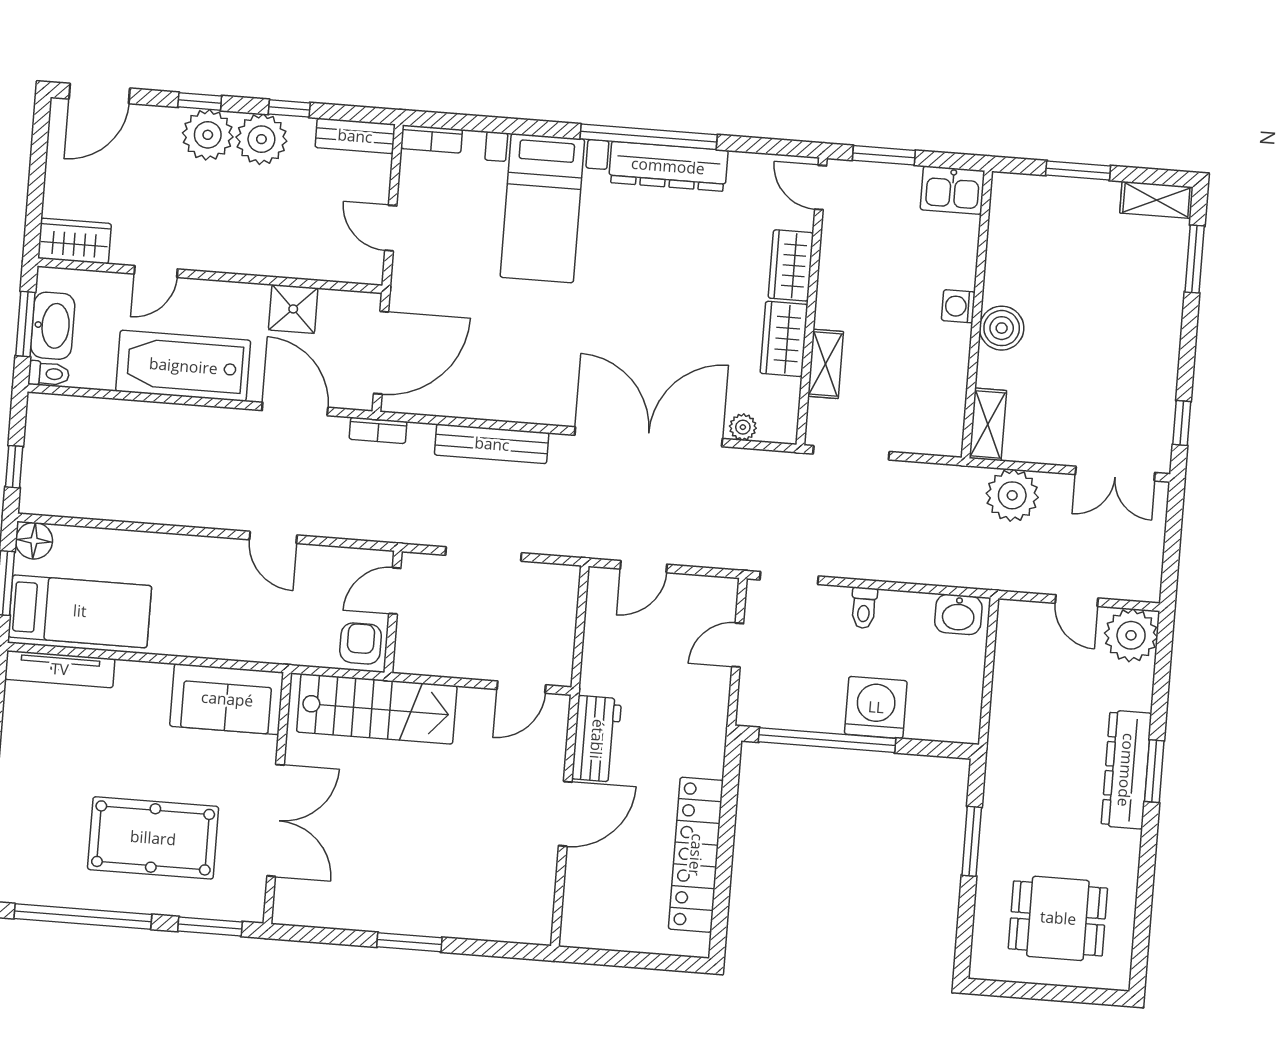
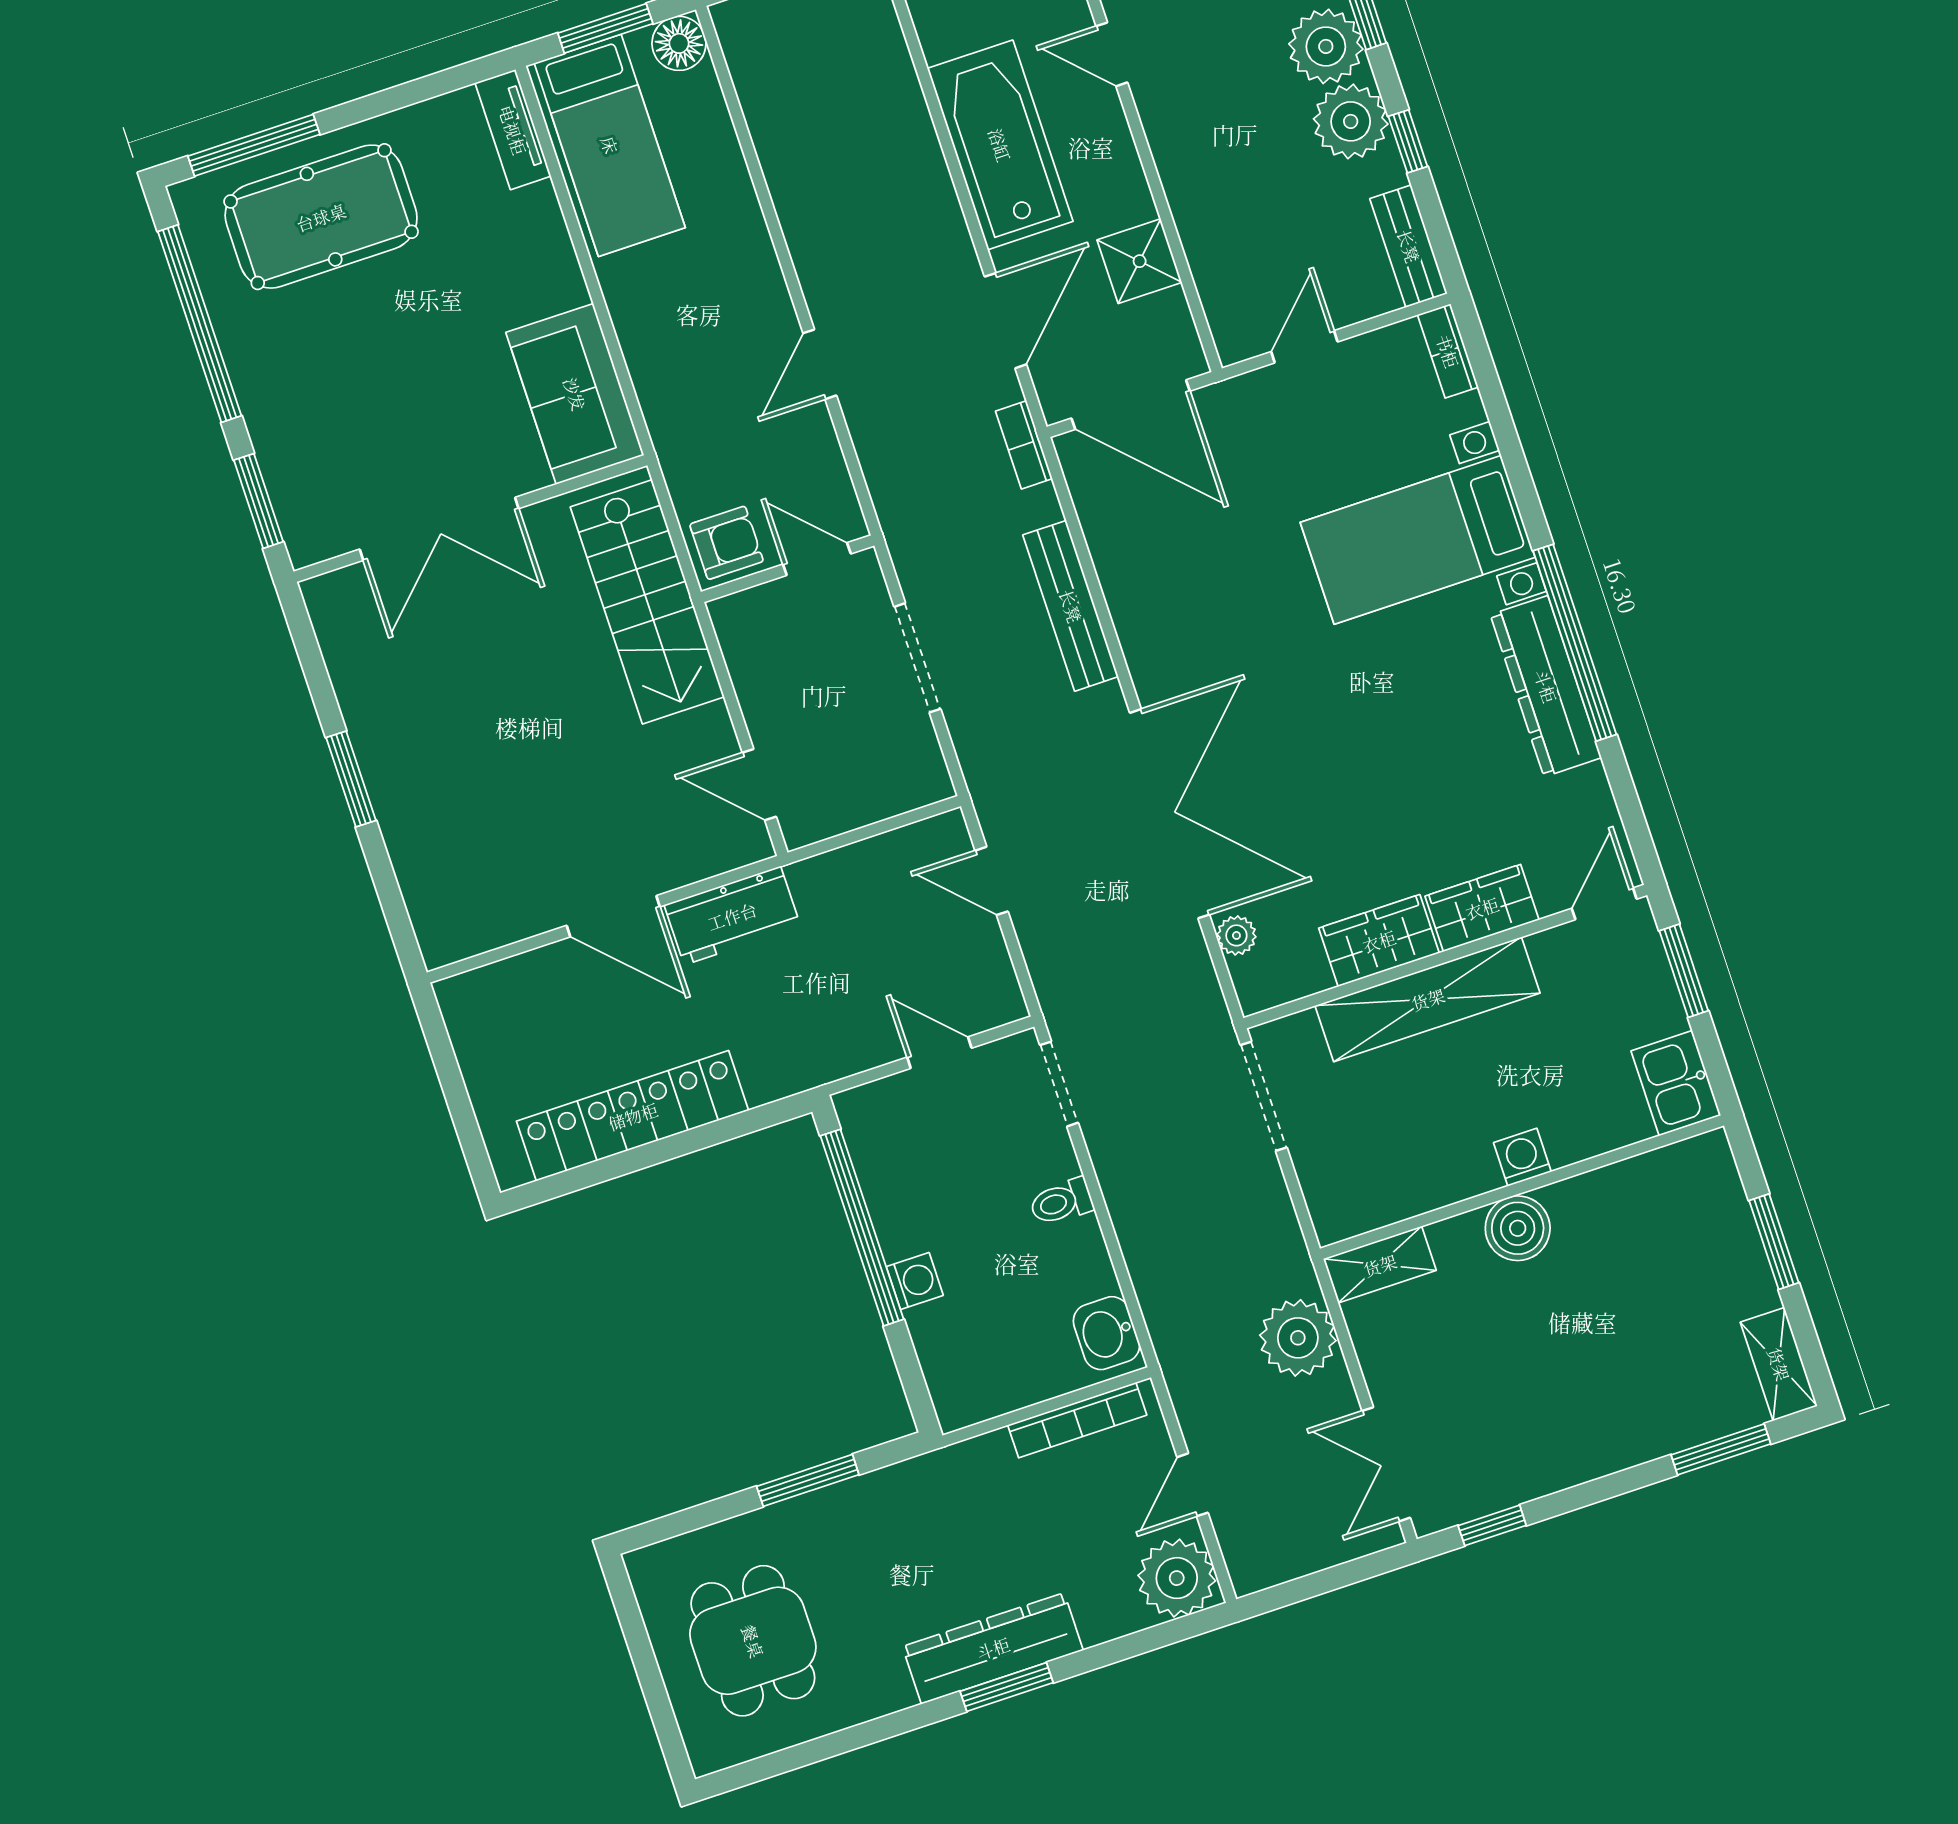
shelving: (826, 364) -> (1428, 999), width x2.20, depth x1.33
bookcase: (1005, 656) -> (1077, 1420), added
tv unit: (60, 669) -> (513, 130), width x0.71
washing machine: (876, 707) -> (915, 1281), width x0.53, depth x0.53
pool table: (153, 838) -> (321, 217), moved, turned 90

